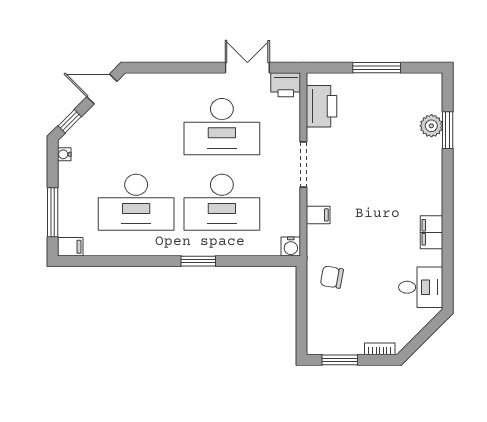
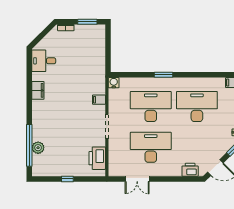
window: (377, 68) -> (67, 179), width x0.46
printer: (286, 85) -> (190, 170), moved
window: (448, 130) -> (29, 145), width x2.11
chair: (332, 277) -> (92, 66), removed

